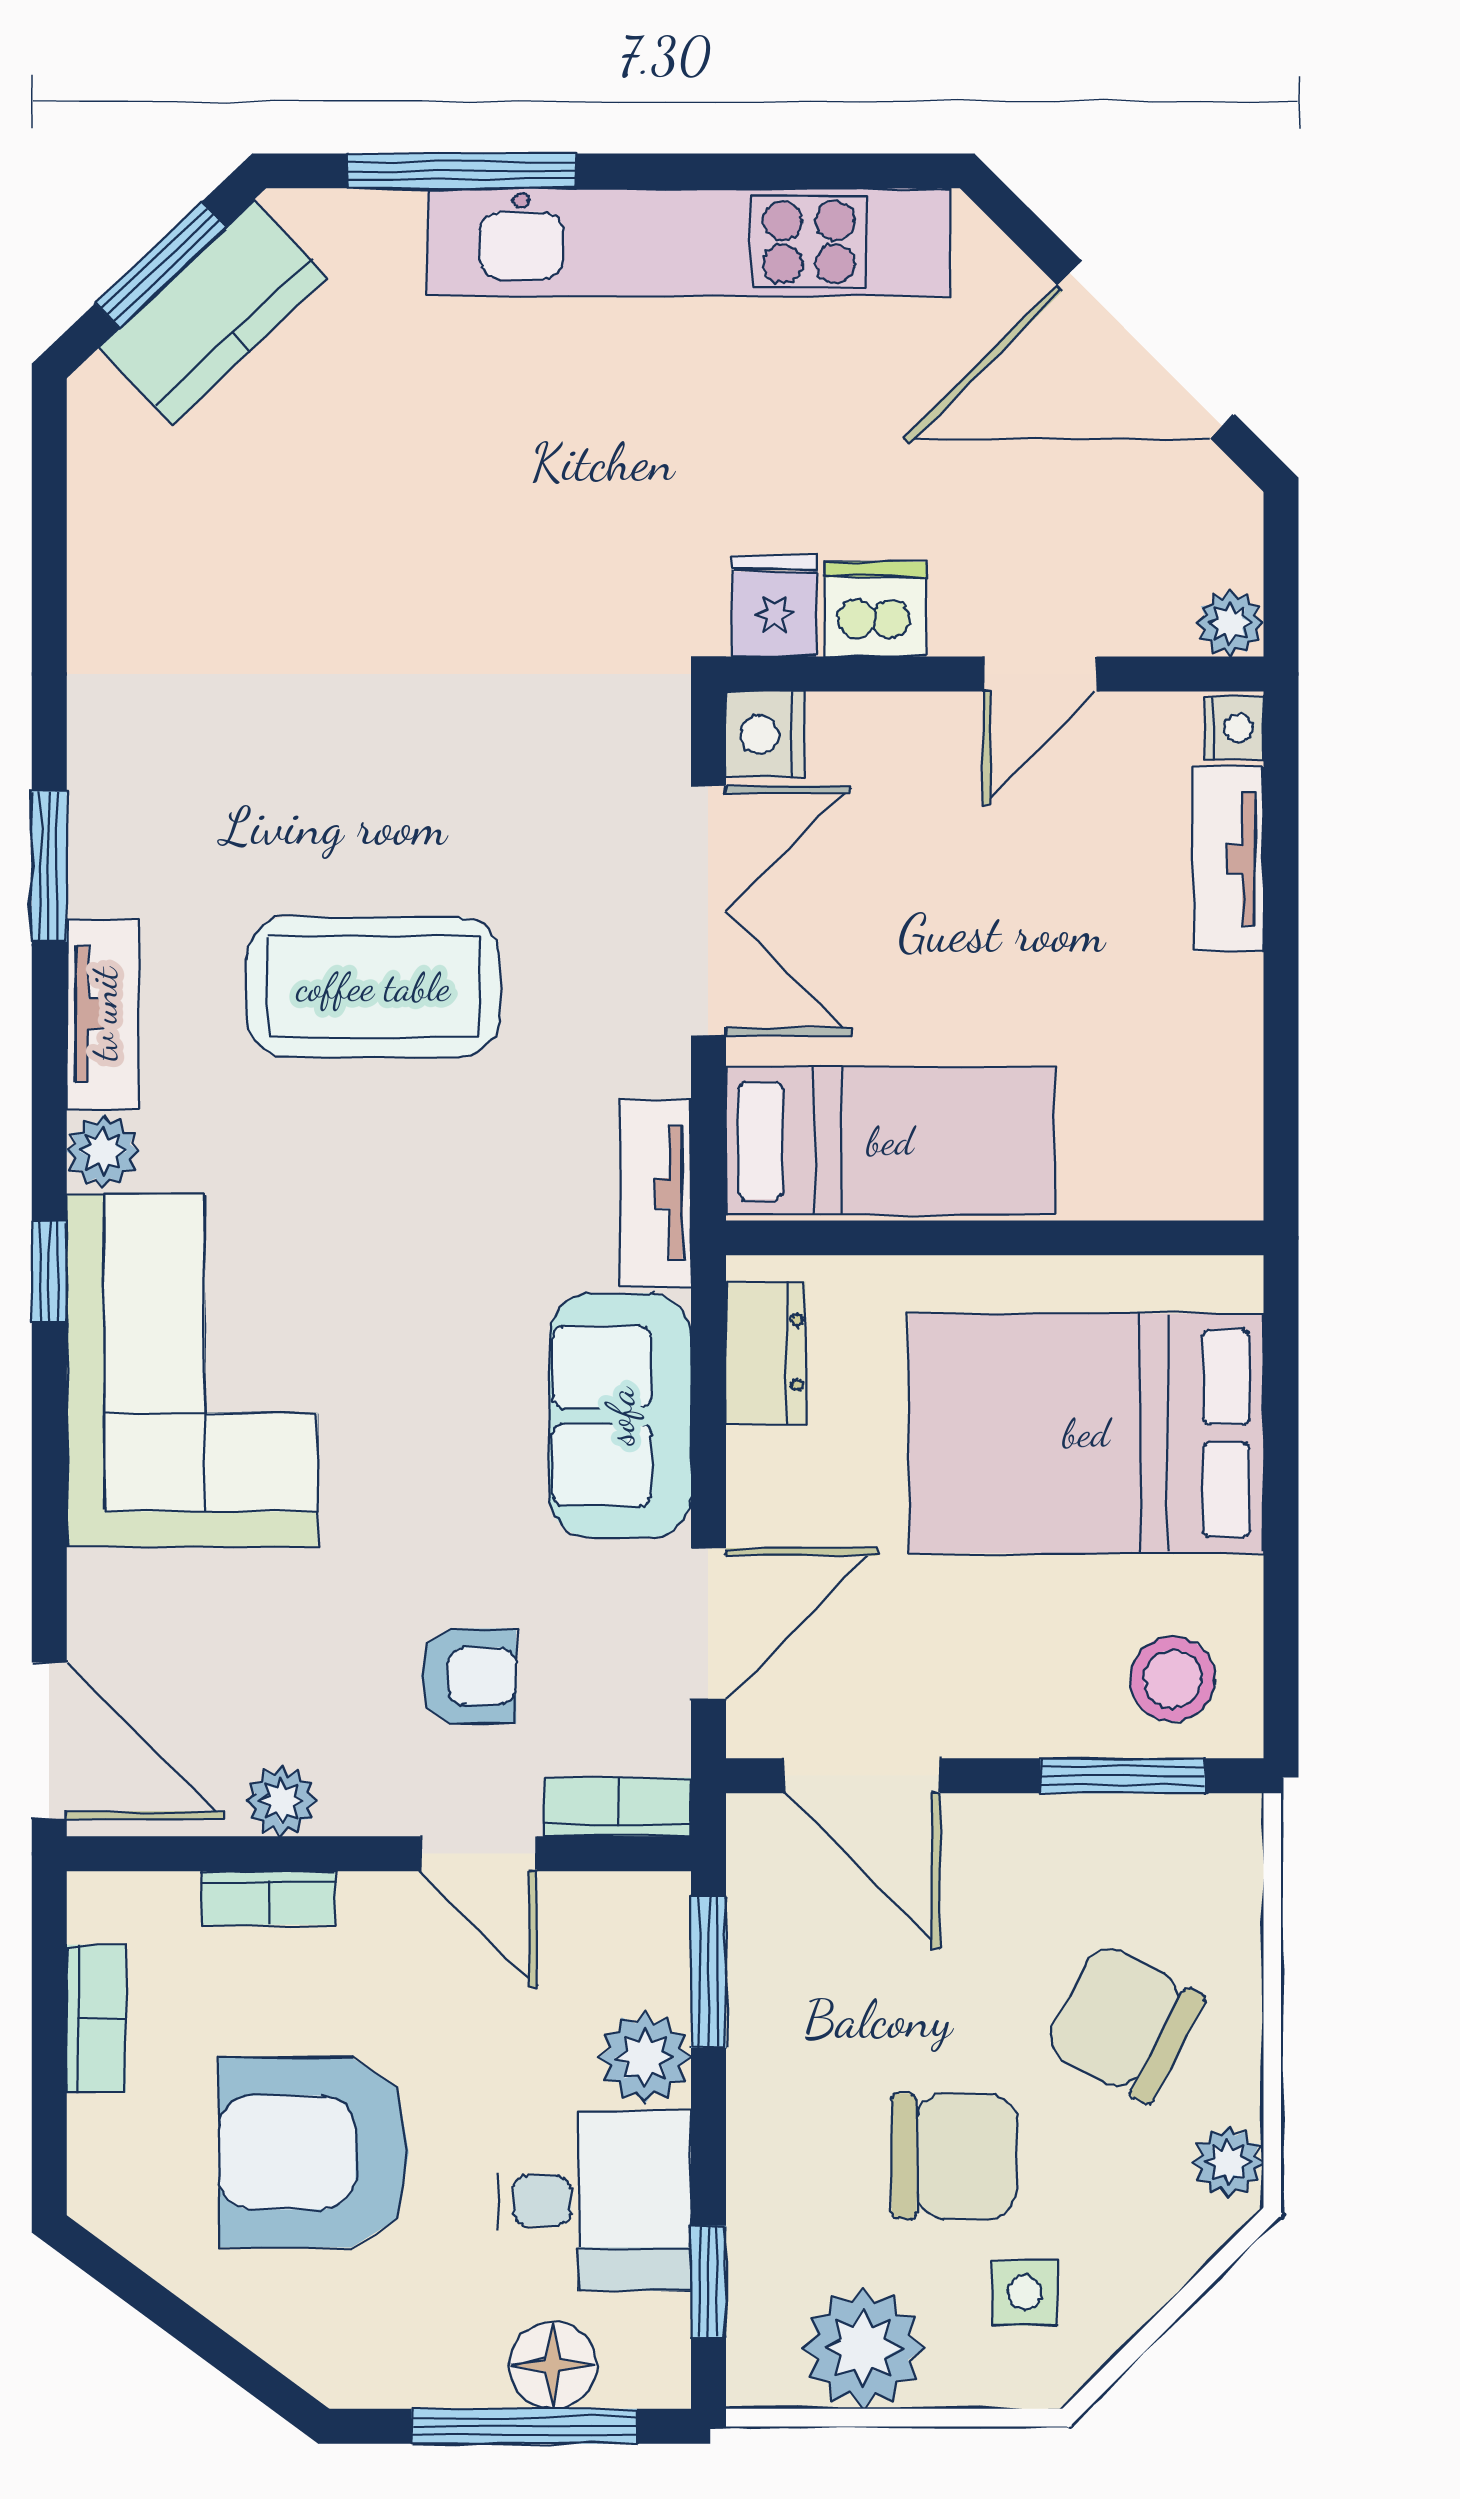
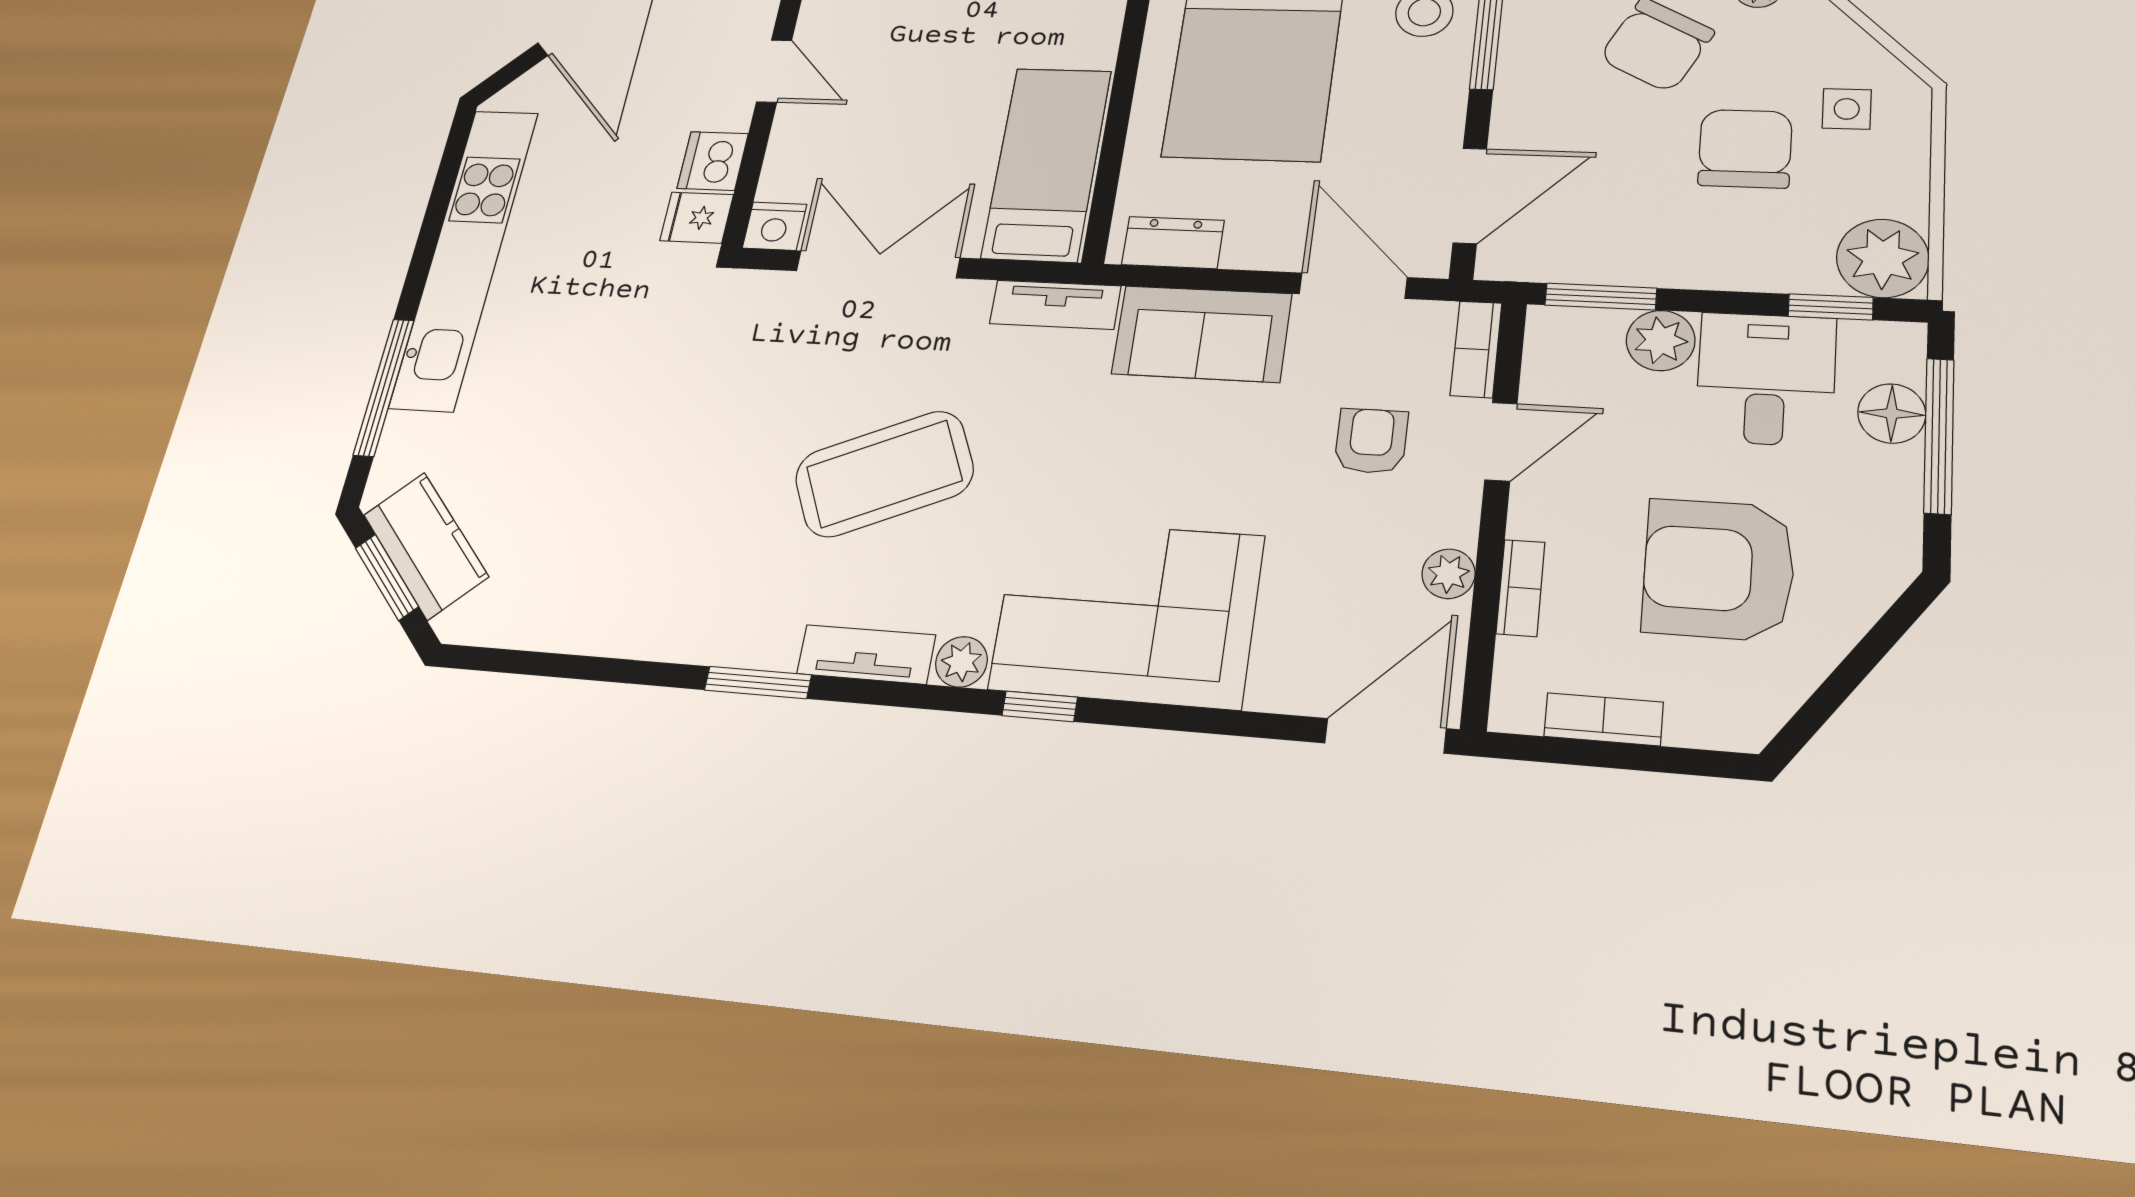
coffee table: (373, 987) -> (884, 474), turned 66
armchair: (314, 2152) -> (1719, 569), turned 90
plant: (863, 2348) -> (1883, 258), moved

